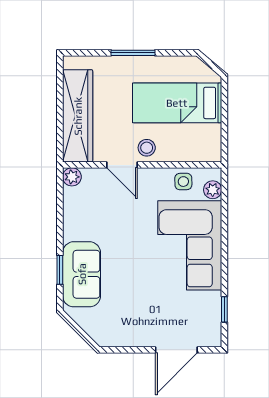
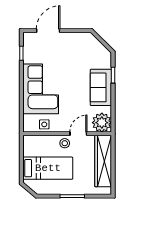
door: (122, 165) -> (78, 134), hinge flipped
plant: (72, 177) -> (102, 123), width x1.88, depth x1.88
plant: (213, 190) -> (28, 120), removed
sofa: (82, 274) -> (101, 87), moved

